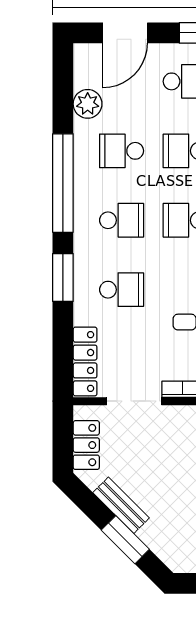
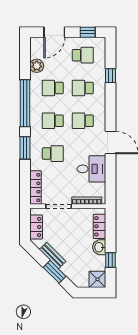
school desk: (122, 220) -> (53, 121), turned 180

